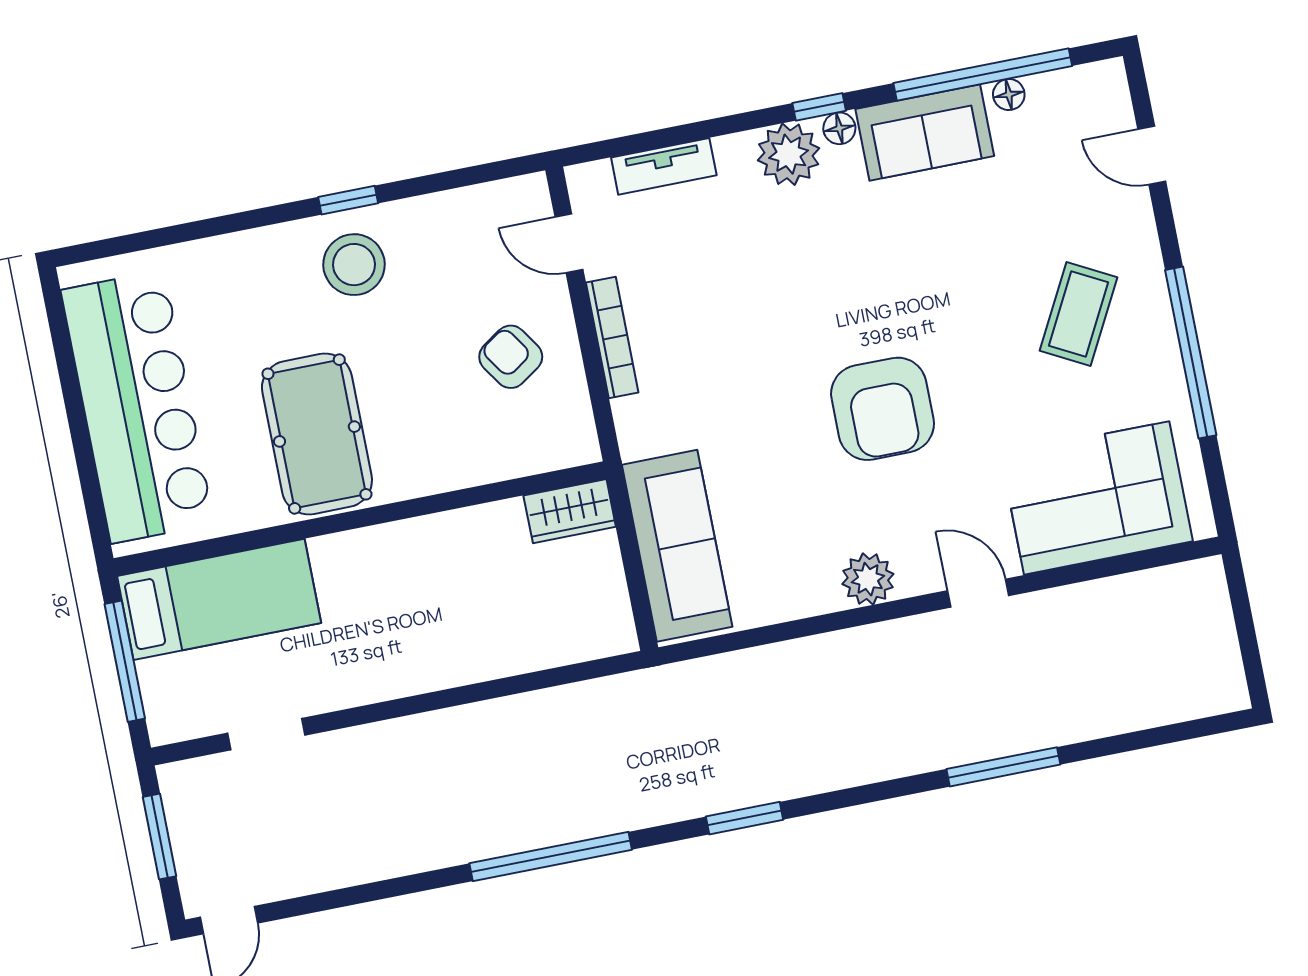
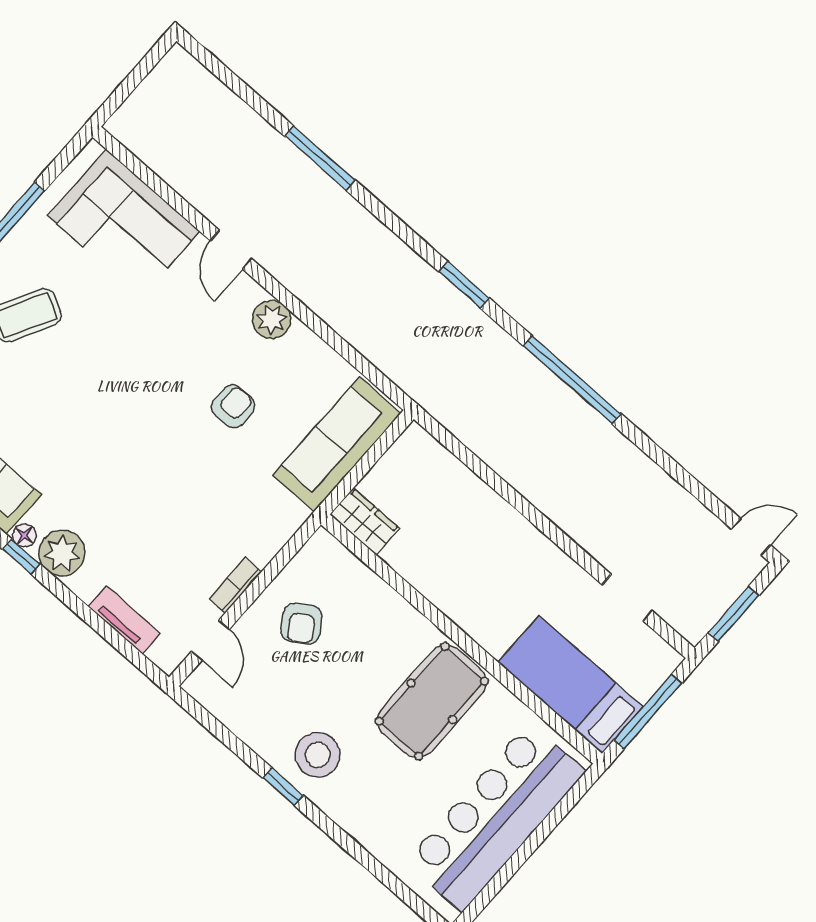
bookcase: (612, 338) -> (235, 585), width x0.64
armchair: (883, 409) -> (233, 406), moved, width x0.53, depth x0.53

